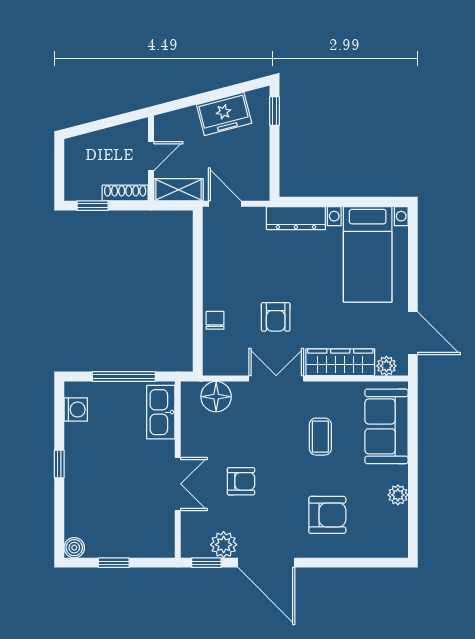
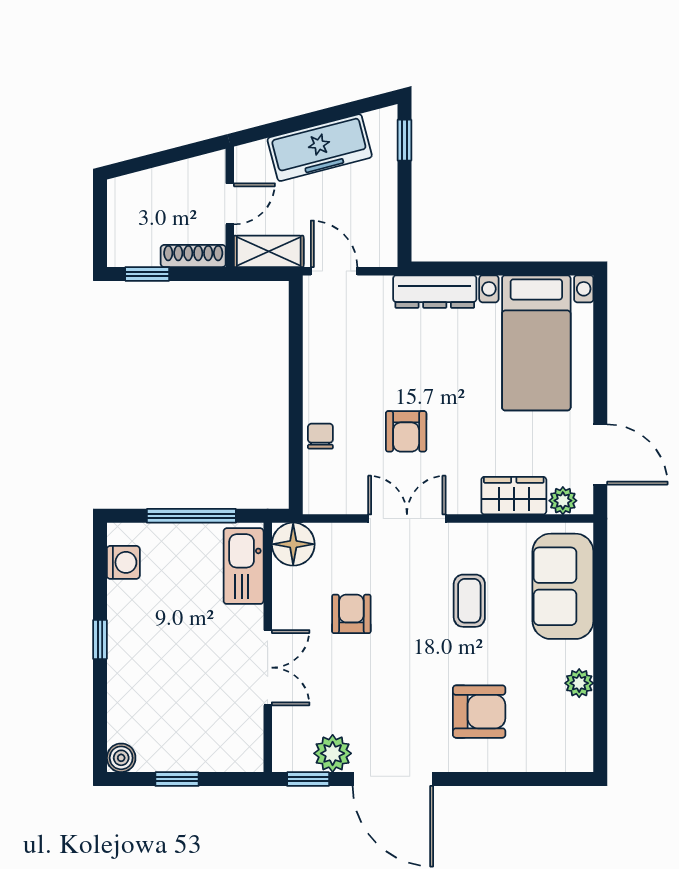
freezer: (224, 114) -> (320, 148), width x1.40
wardrobe: (340, 362) -> (514, 496), width x0.67
floor lamp: (216, 397) -> (293, 544), moved
armchair: (241, 481) -> (351, 614), moved, turned -90

